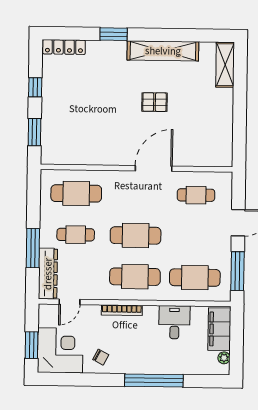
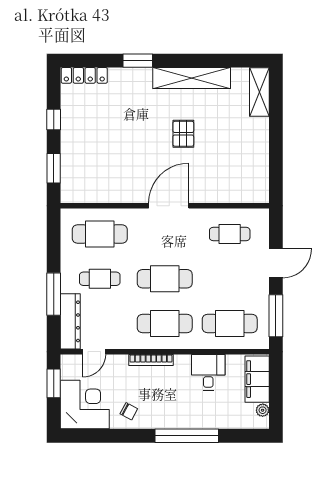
pallet: (154, 102) -> (183, 134), turned 90
door: (154, 168) -> (169, 206), moved
window: (32, 345) -> (54, 383), moved

